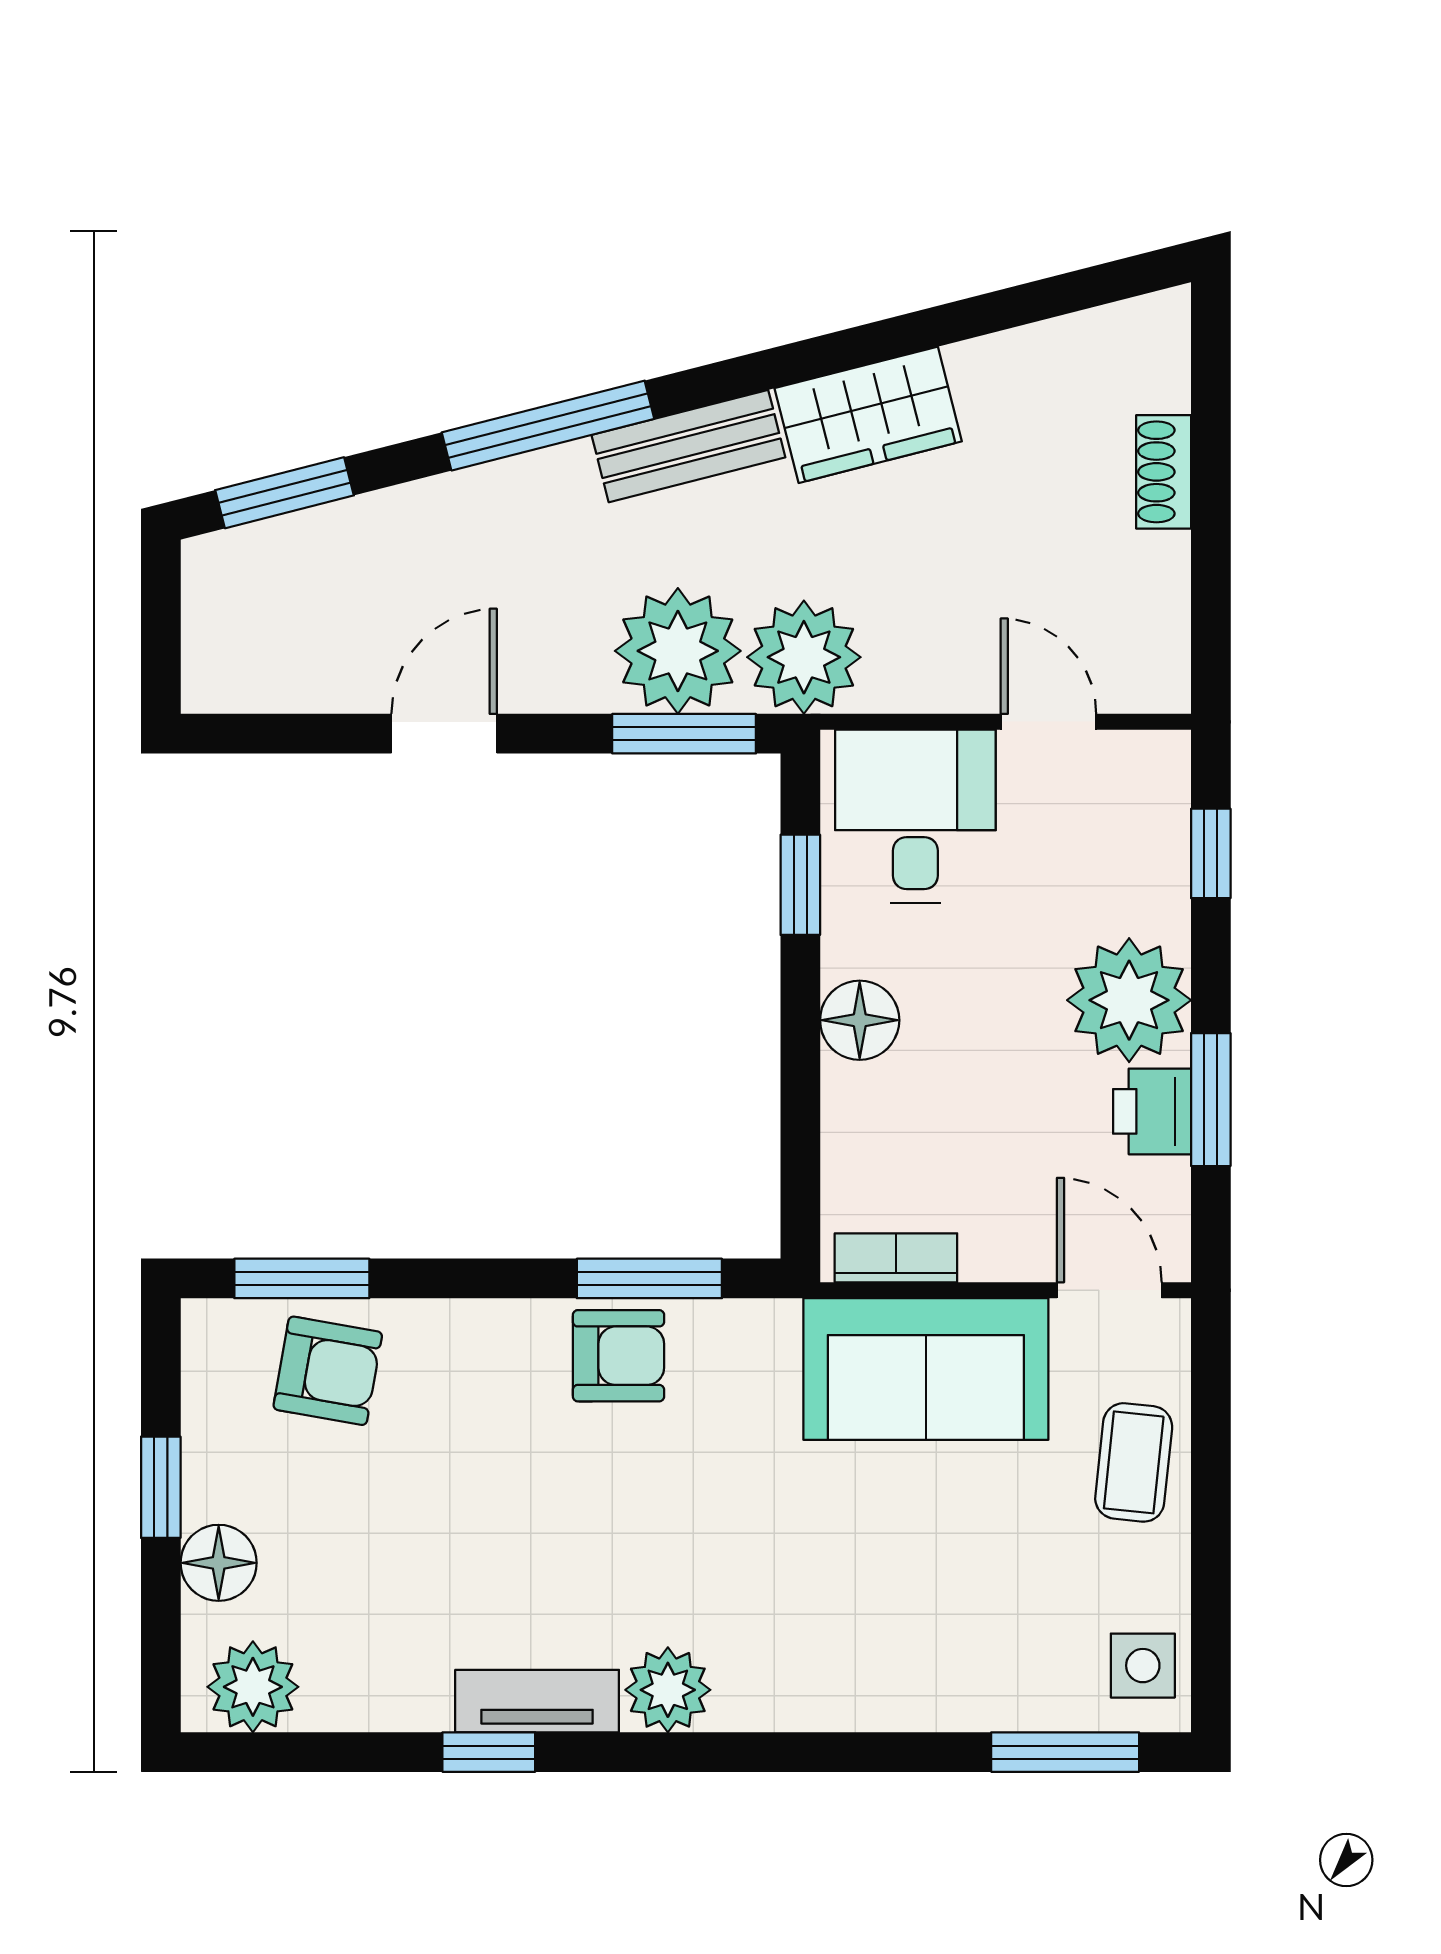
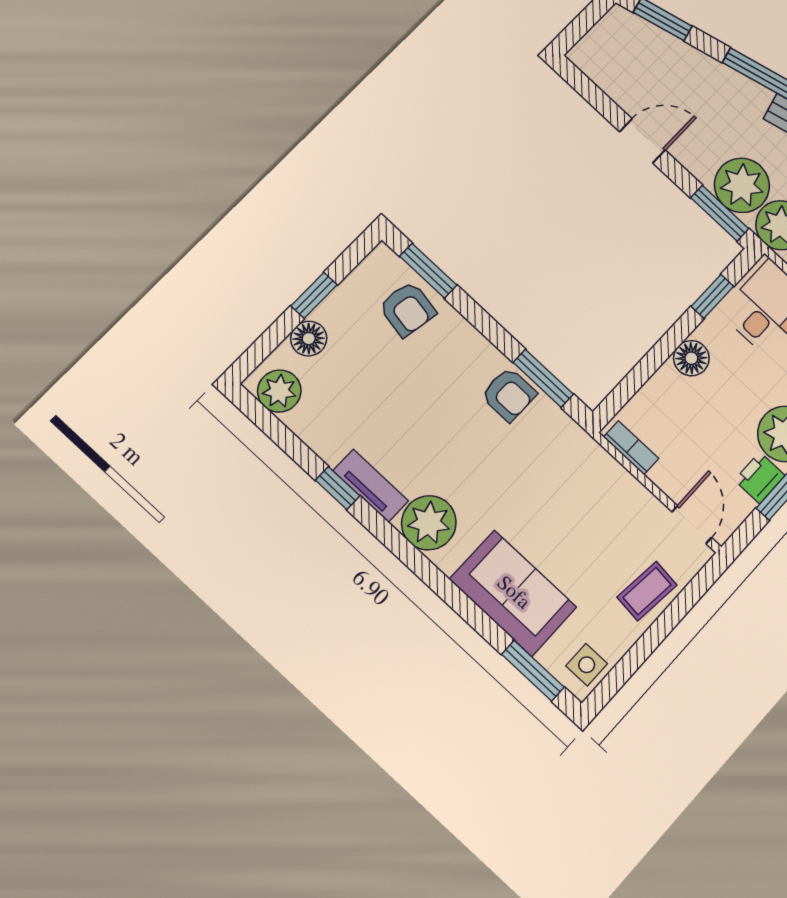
sofa: (926, 1369) -> (513, 593), moved, turned 180
plant: (668, 1690) -> (429, 523), width x1.36, depth x1.36

